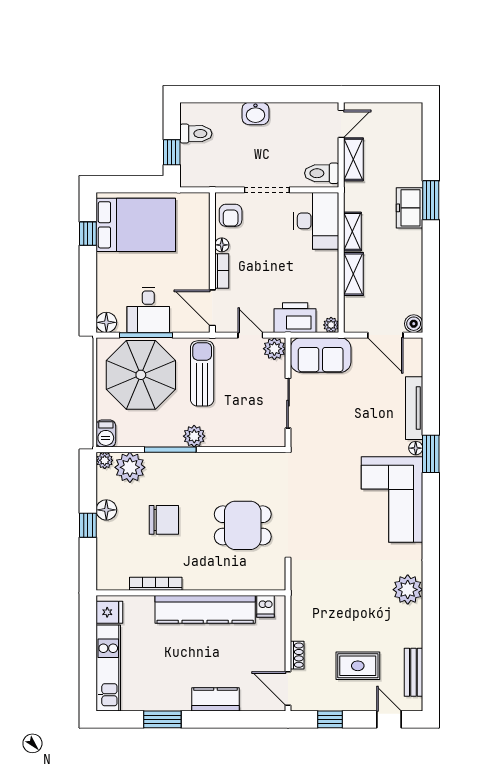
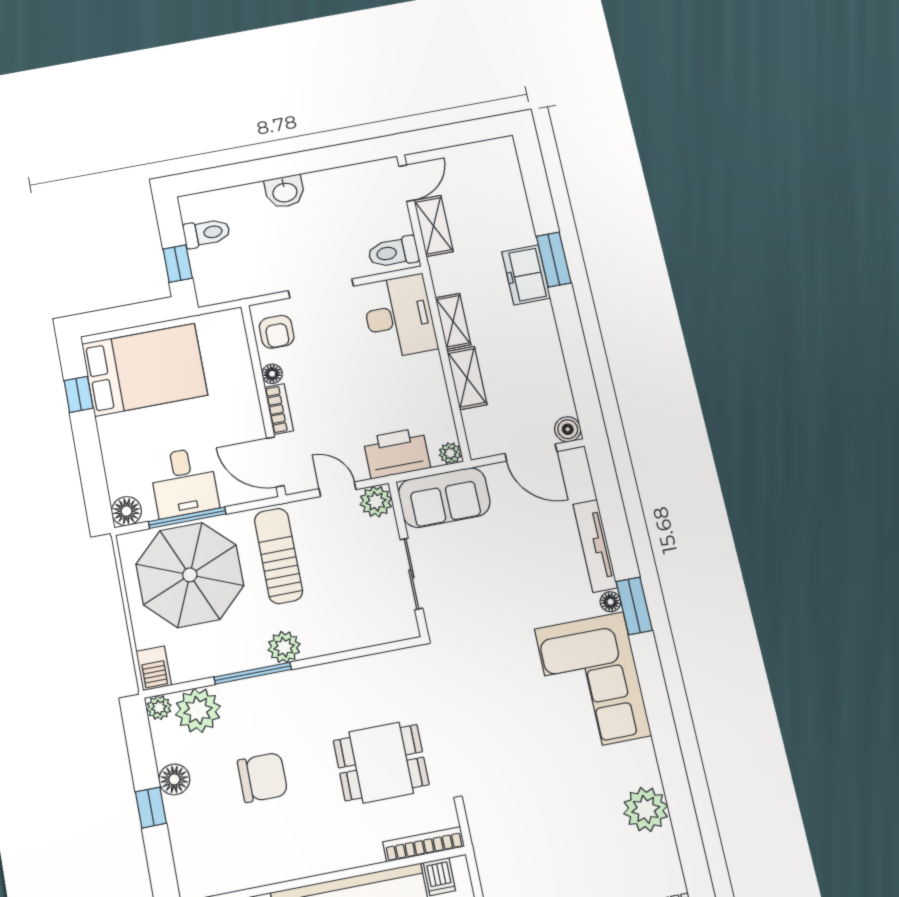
bookcase: (156, 584) -> (424, 844), moved

